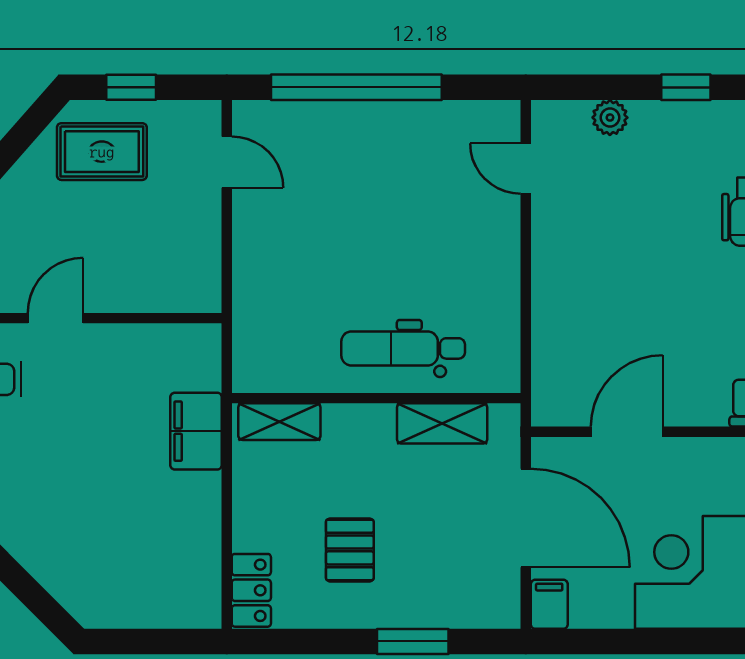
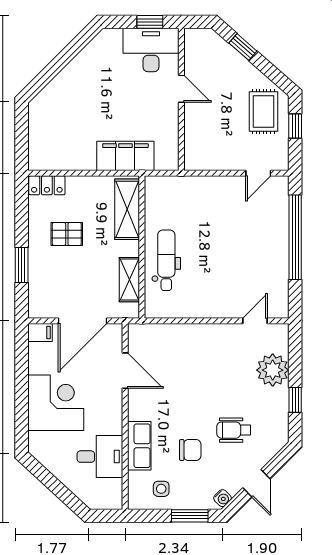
plant: (610, 118) -> (273, 370), width x1.88, depth x1.88
shelving: (279, 422) -> (127, 209), width x1.50, depth x1.33
filing cabinet: (196, 431) -> (125, 156), width x1.50, depth x1.17

